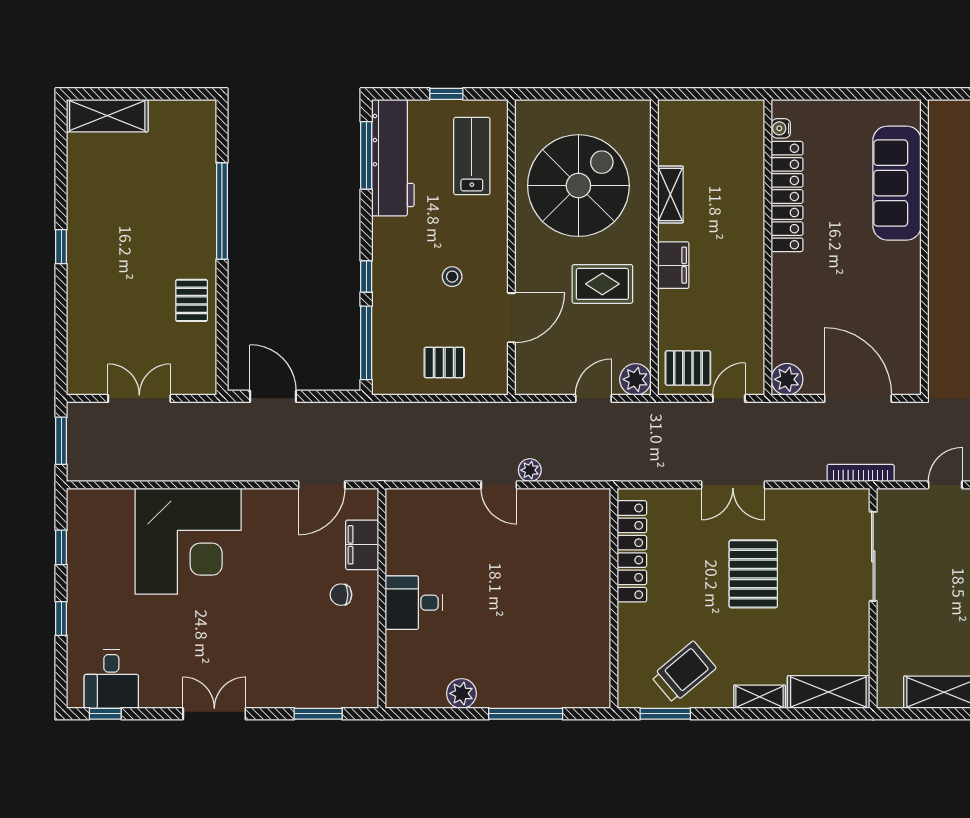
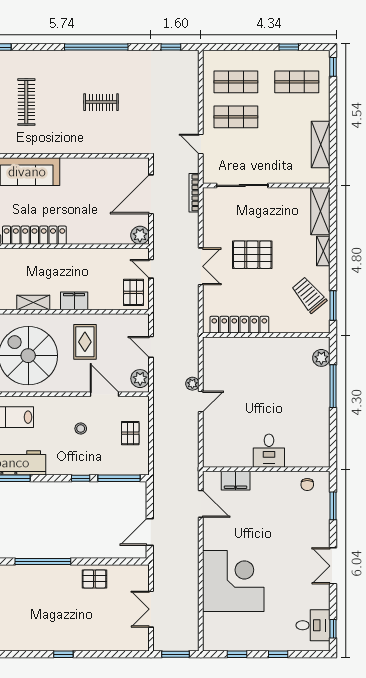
plant: (635, 379) -> (140, 379), moved
chair: (341, 595) -> (307, 485), moved
plant: (461, 693) -> (321, 358), moved

